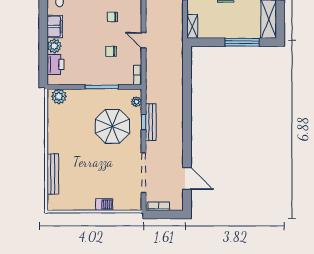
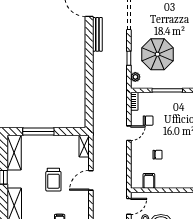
door: (144, 40) -> (129, 133), hinge flipped
chair: (111, 51) -> (148, 121), moved
bench: (151, 122) -> (97, 34), moved

